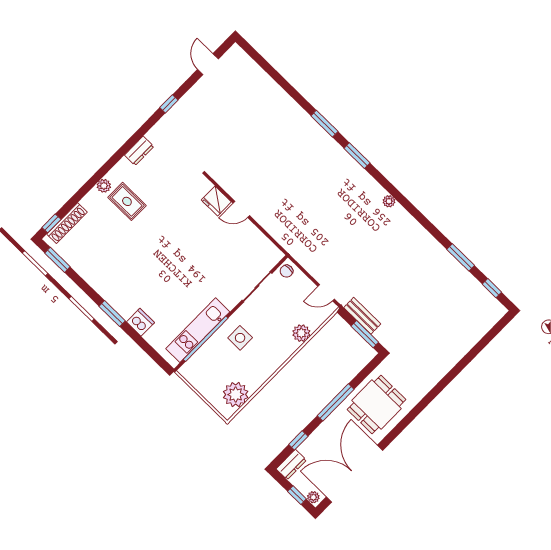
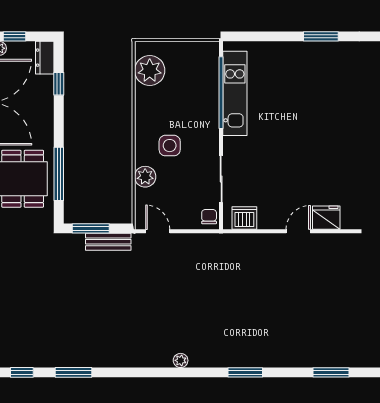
window: (324, 124) -> (331, 372), moved
door: (326, 293) -> (158, 231), hinge flipped
dishwasher: (140, 322) -> (244, 218), moved, turned 180
side table: (240, 338) -> (170, 146), moved
window: (336, 402) -> (59, 174), moved

